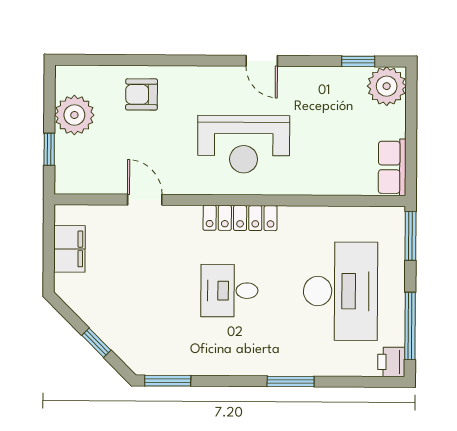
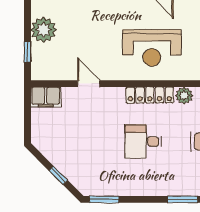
armchair: (142, 94) -> (86, 16), removed
plant: (294, 219) -> (184, 96), added
filing cabinet: (69, 249) -> (46, 97), moved, turned 90

